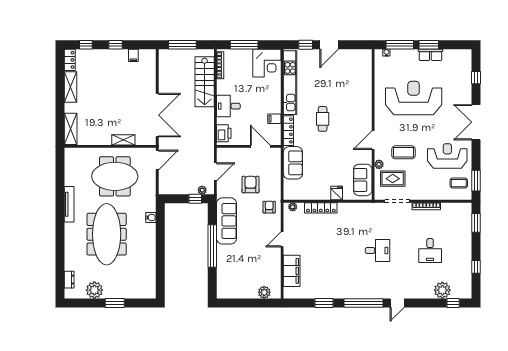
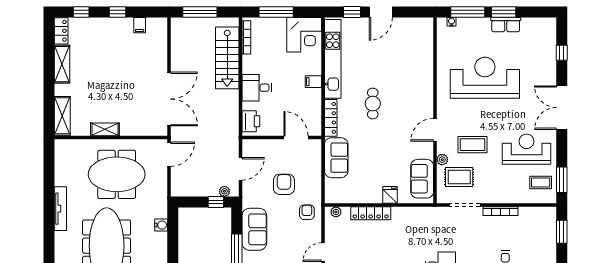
filing cabinet: (274, 119) -> (313, 82), moved
shelving: (123, 140) -> (105, 129), moved
sofa: (227, 221) -> (254, 229), width x0.73

